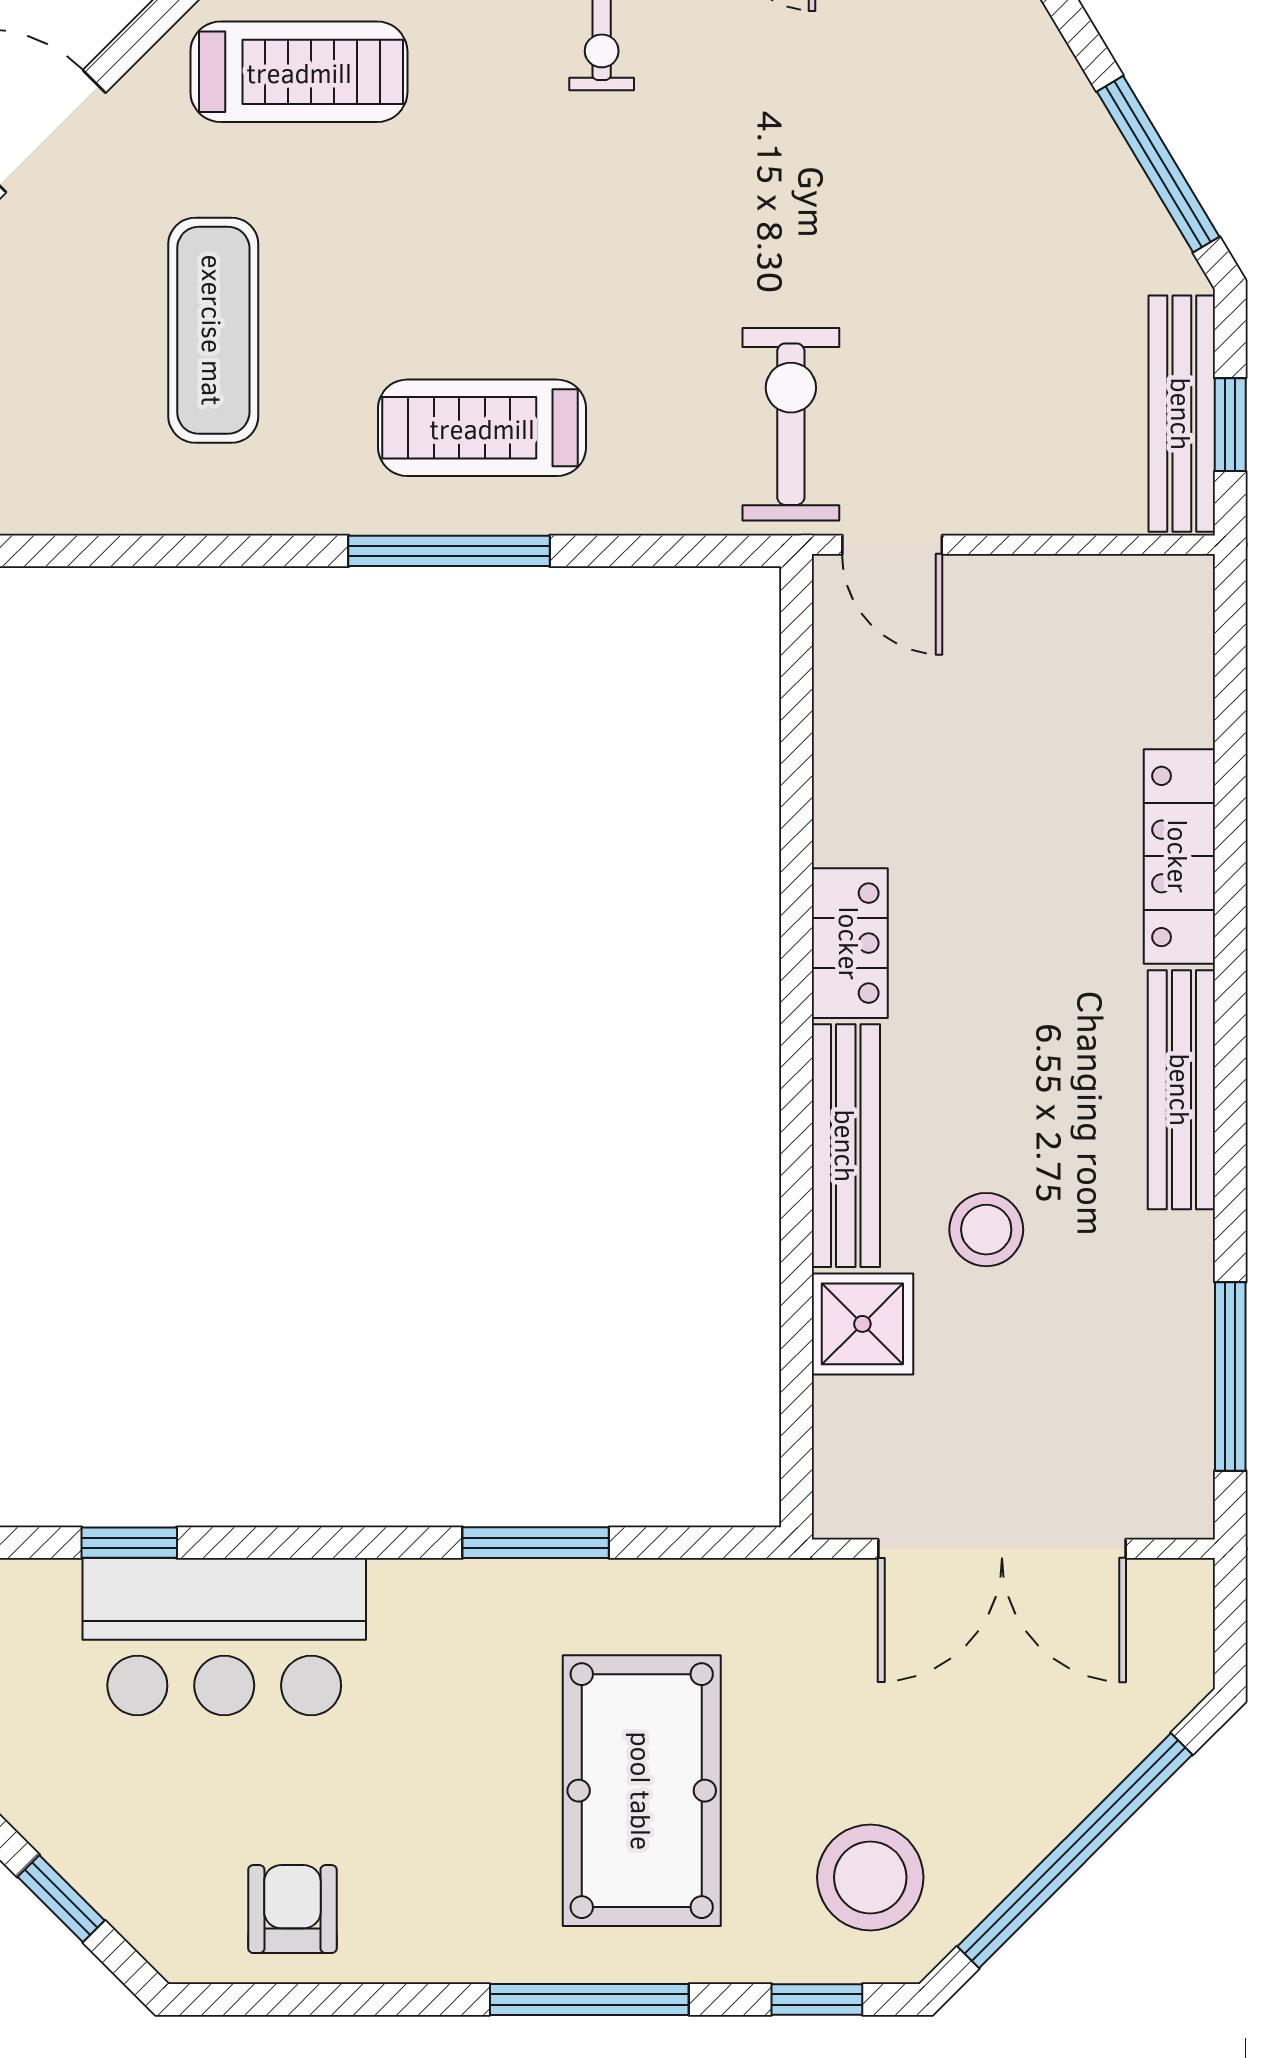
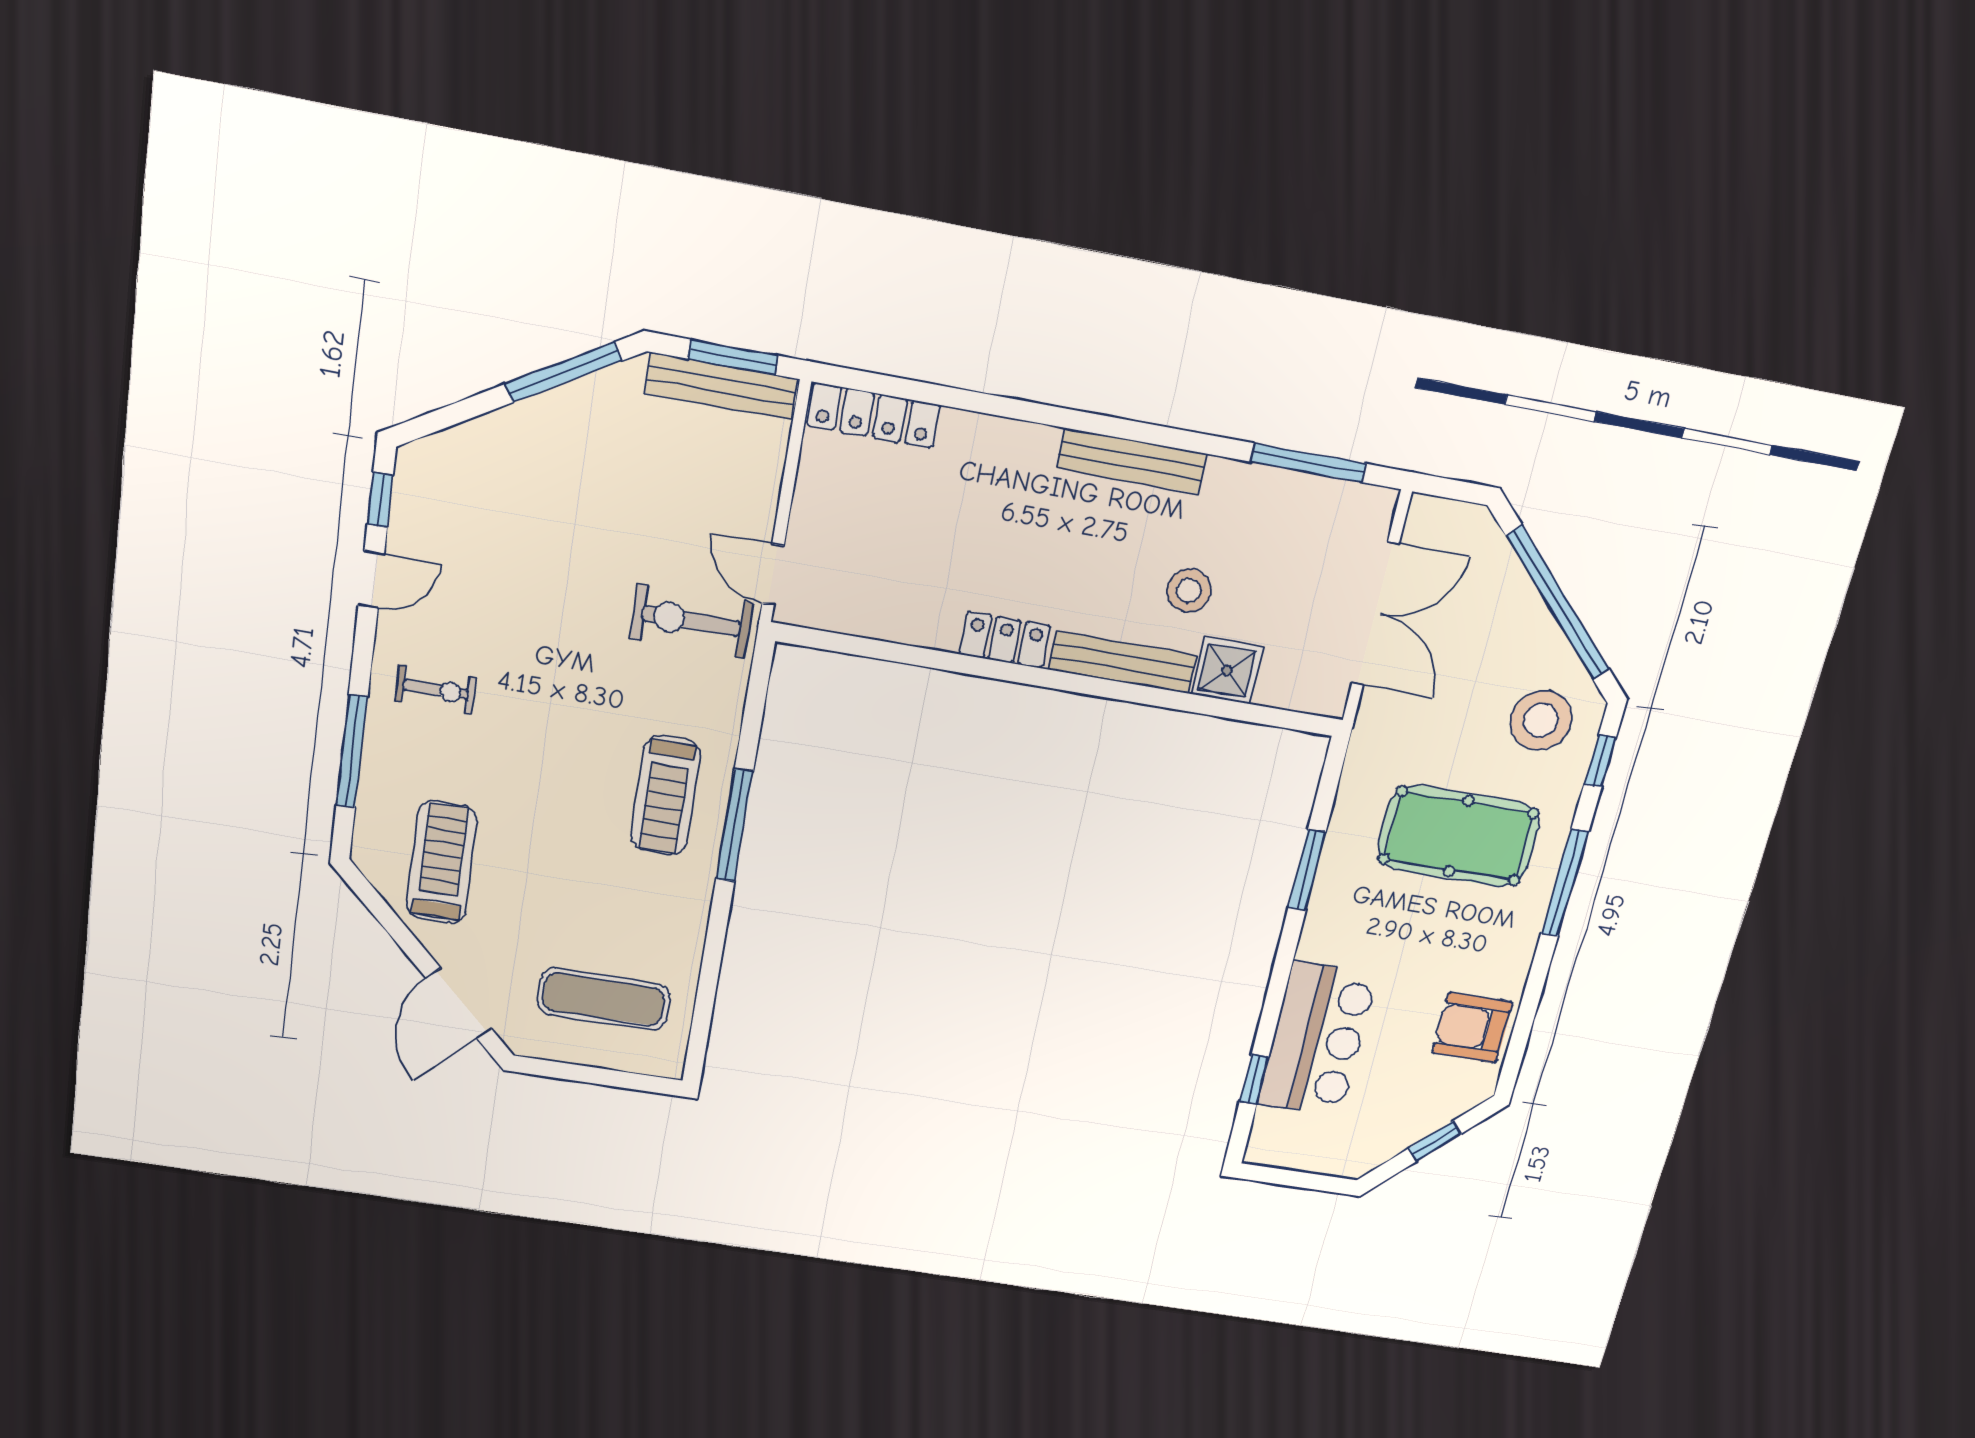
exercise mat: (213, 330) -> (604, 999), moved
window: (1230, 425) -> (733, 357), width x1.50
door: (892, 545) -> (773, 574), swing flipped
locker: (1179, 856) -> (873, 415), moved
armchair: (292, 1909) -> (1472, 1028), width x1.38, depth x1.38

